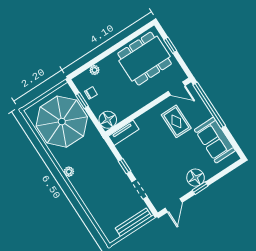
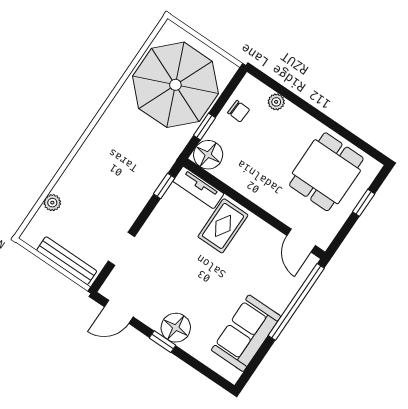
dining table: (145, 59) -> (326, 172), width x0.73
window: (82, 101) -> (204, 127), moved
rug: (176, 121) -> (223, 226), moved
window: (125, 166) -> (164, 186), moved
plant: (69, 172) -> (52, 203), moved

